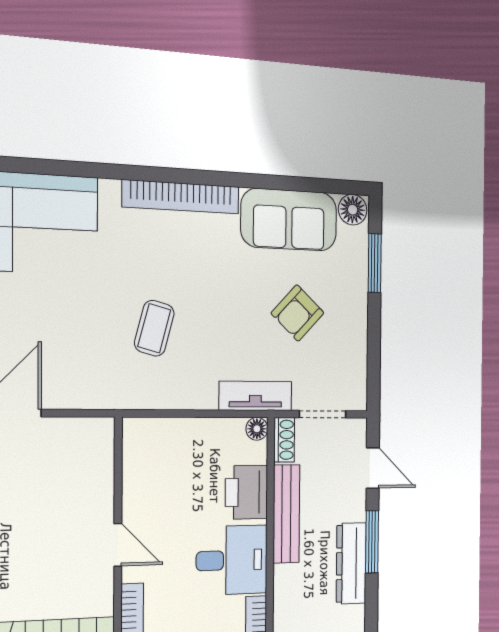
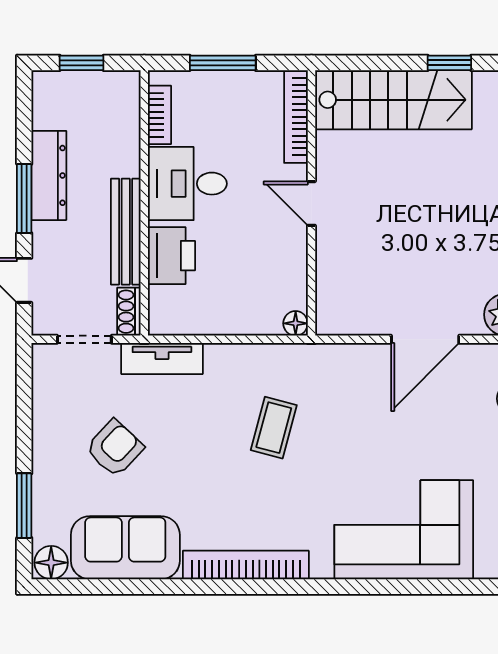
floor lamp: (257, 429) -> (296, 323), moved

